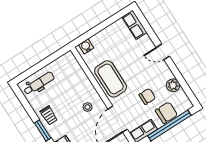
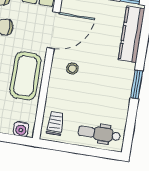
trolley: (49, 115) -> (55, 123), moved

